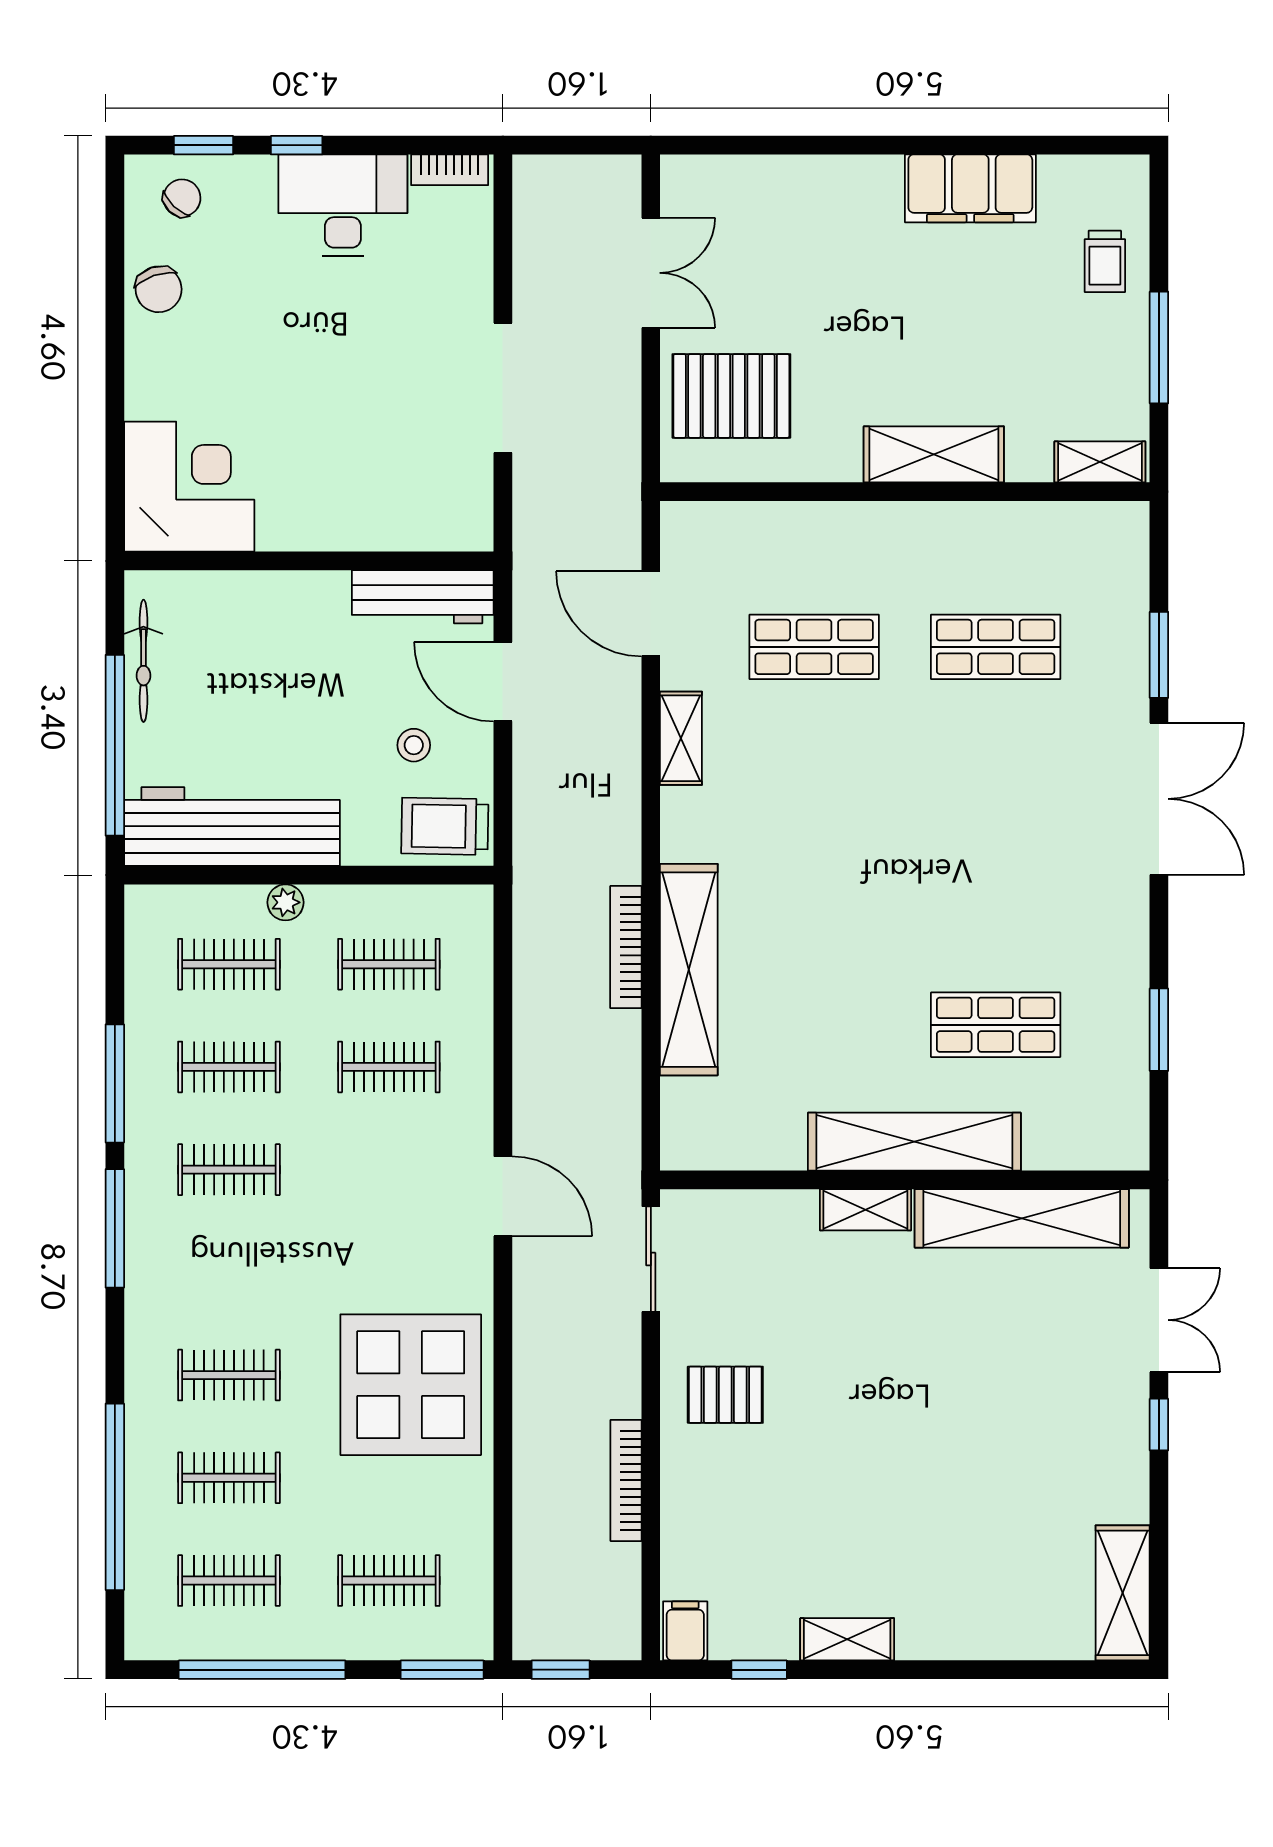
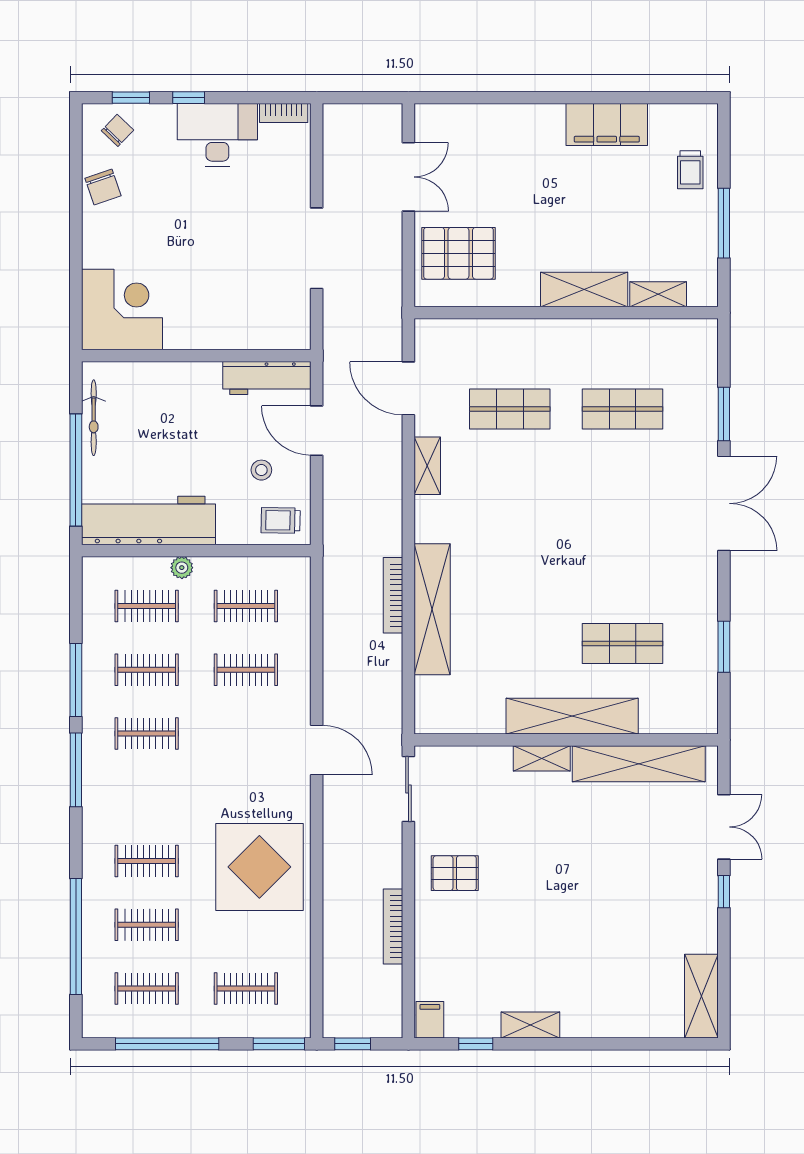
shelving: (1100, 462) -> (658, 294), moved
trolley: (445, 826) -> (281, 520), width x0.73, depth x0.72

